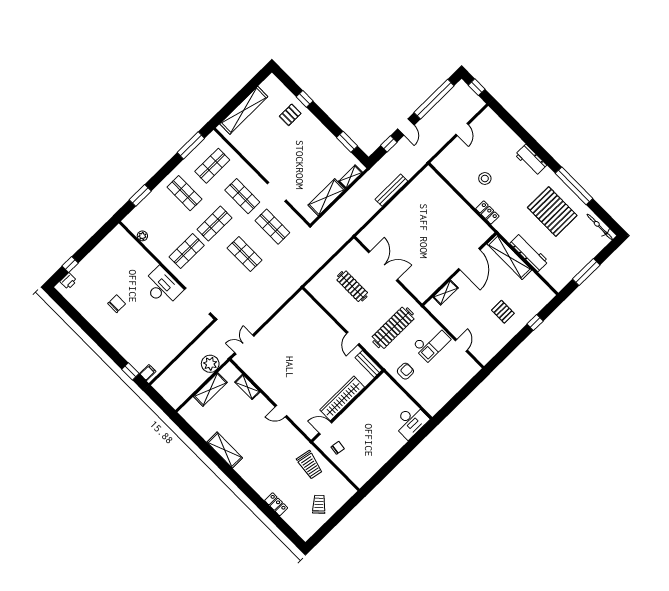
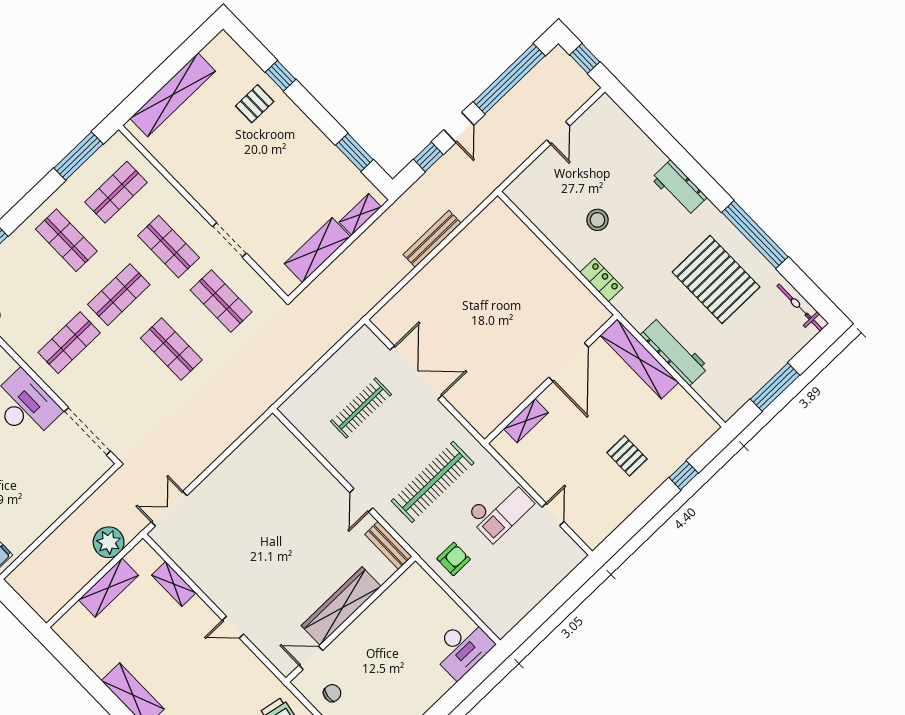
clothes rail: (352, 286) -> (361, 408), turned 90

